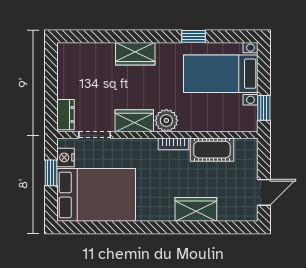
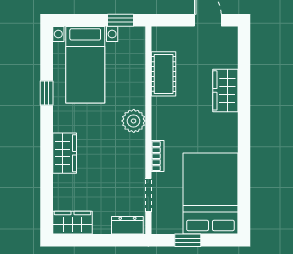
wardrobe: (134, 121) -> (73, 223), moved, turned 90
bookcase: (174, 144) -> (158, 156), moved
nightstand: (66, 157) -> (172, 225), removed

